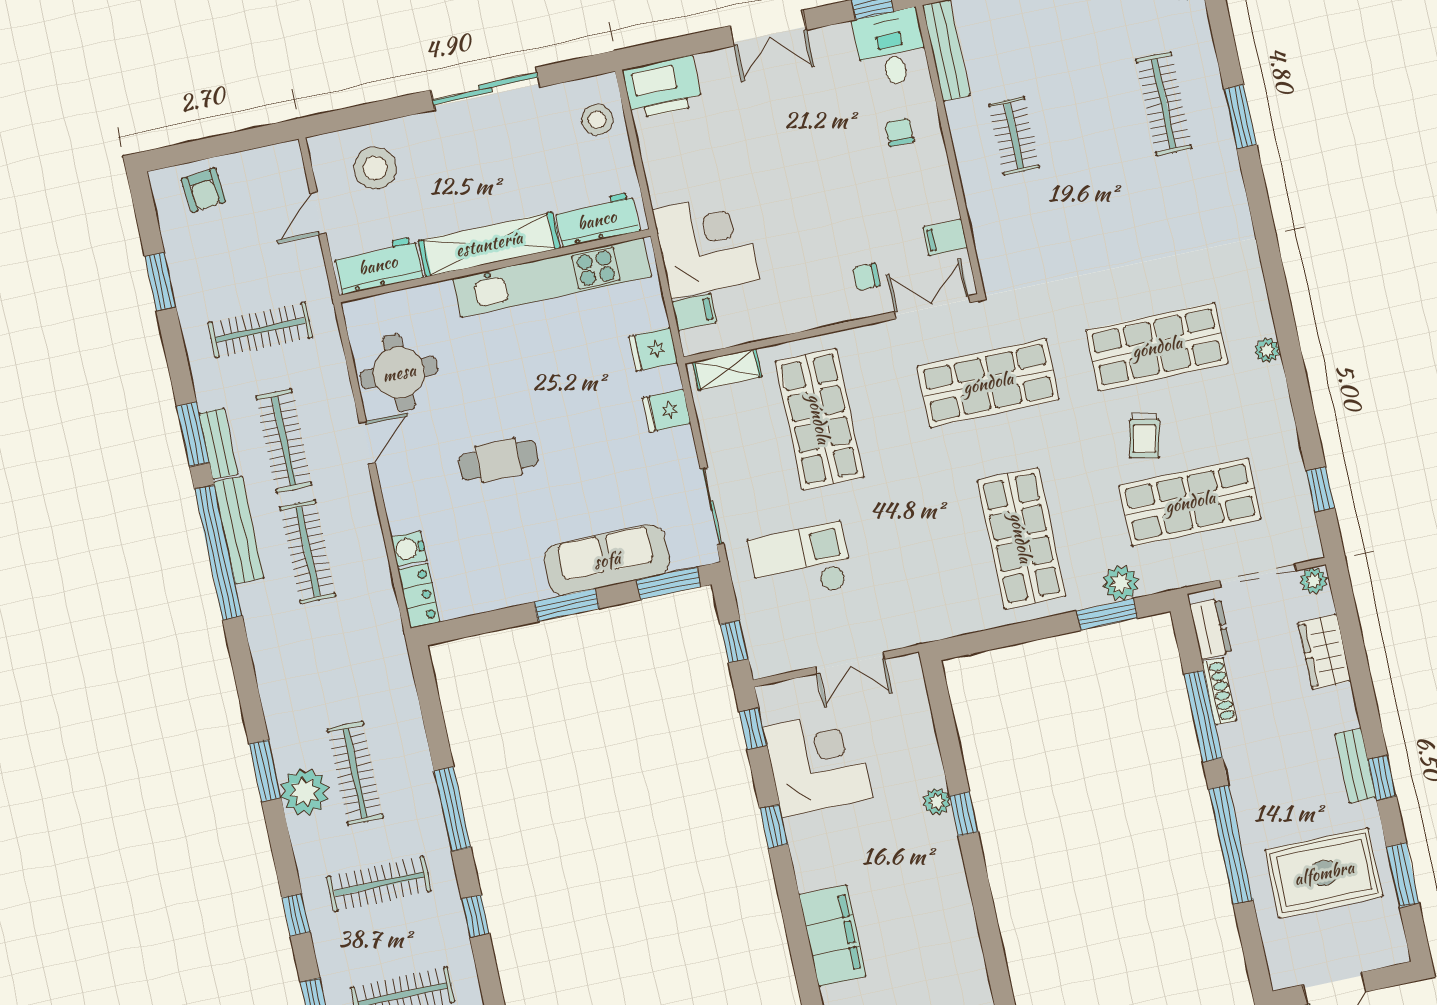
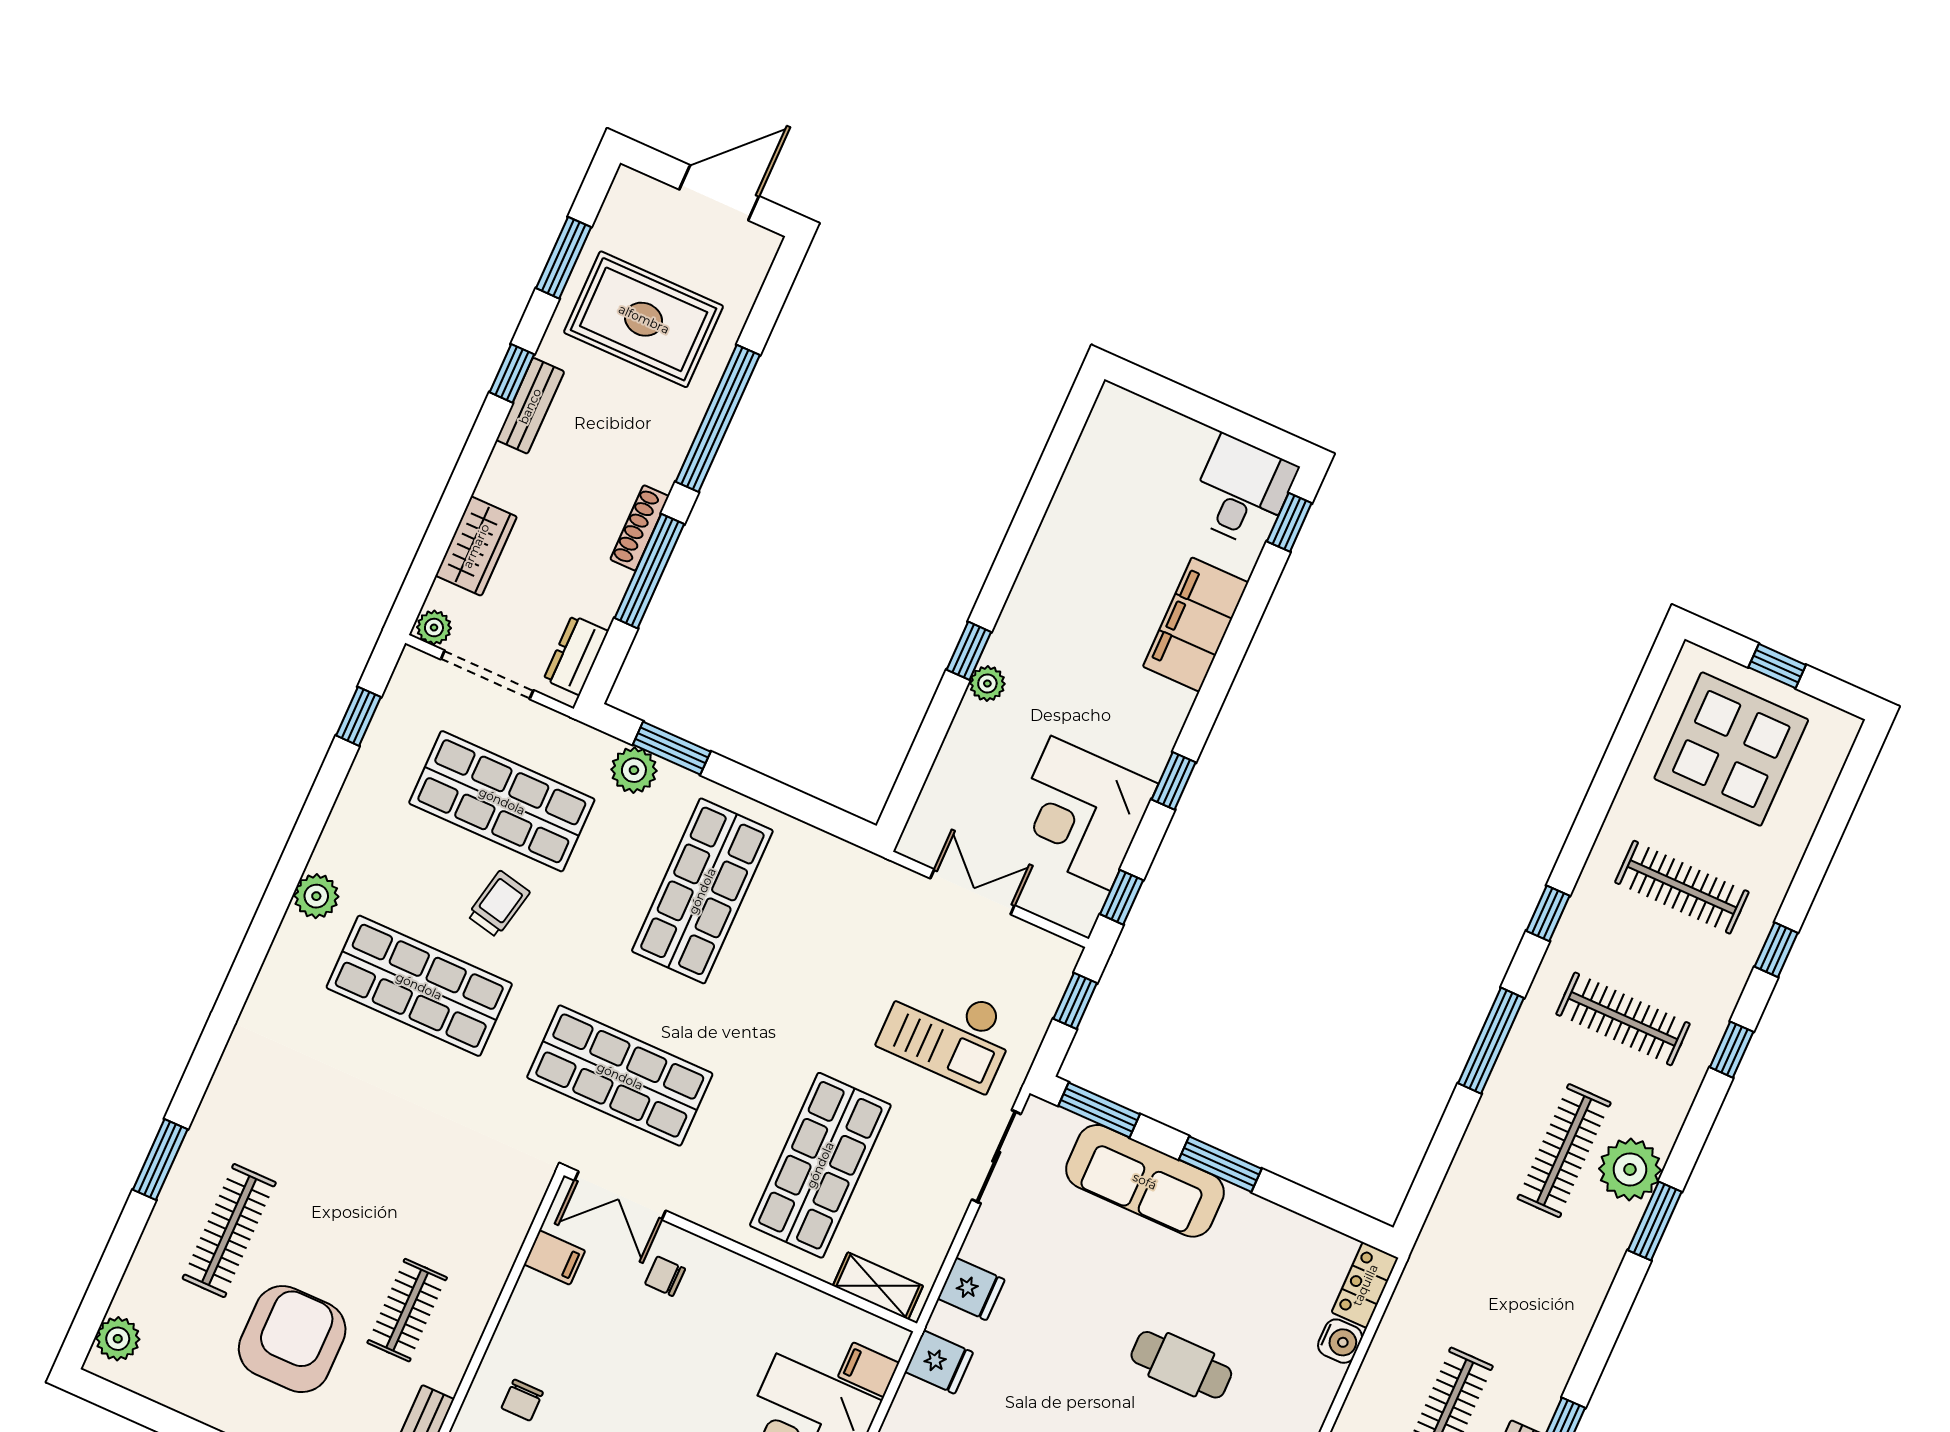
armchair: (1073, 64) -> (292, 1339), added
chair: (866, 277) -> (665, 1276), turned 180
plant: (1267, 350) -> (316, 896), width x1.38, depth x1.38
shoe rack: (1219, 691) -> (640, 528), moved

